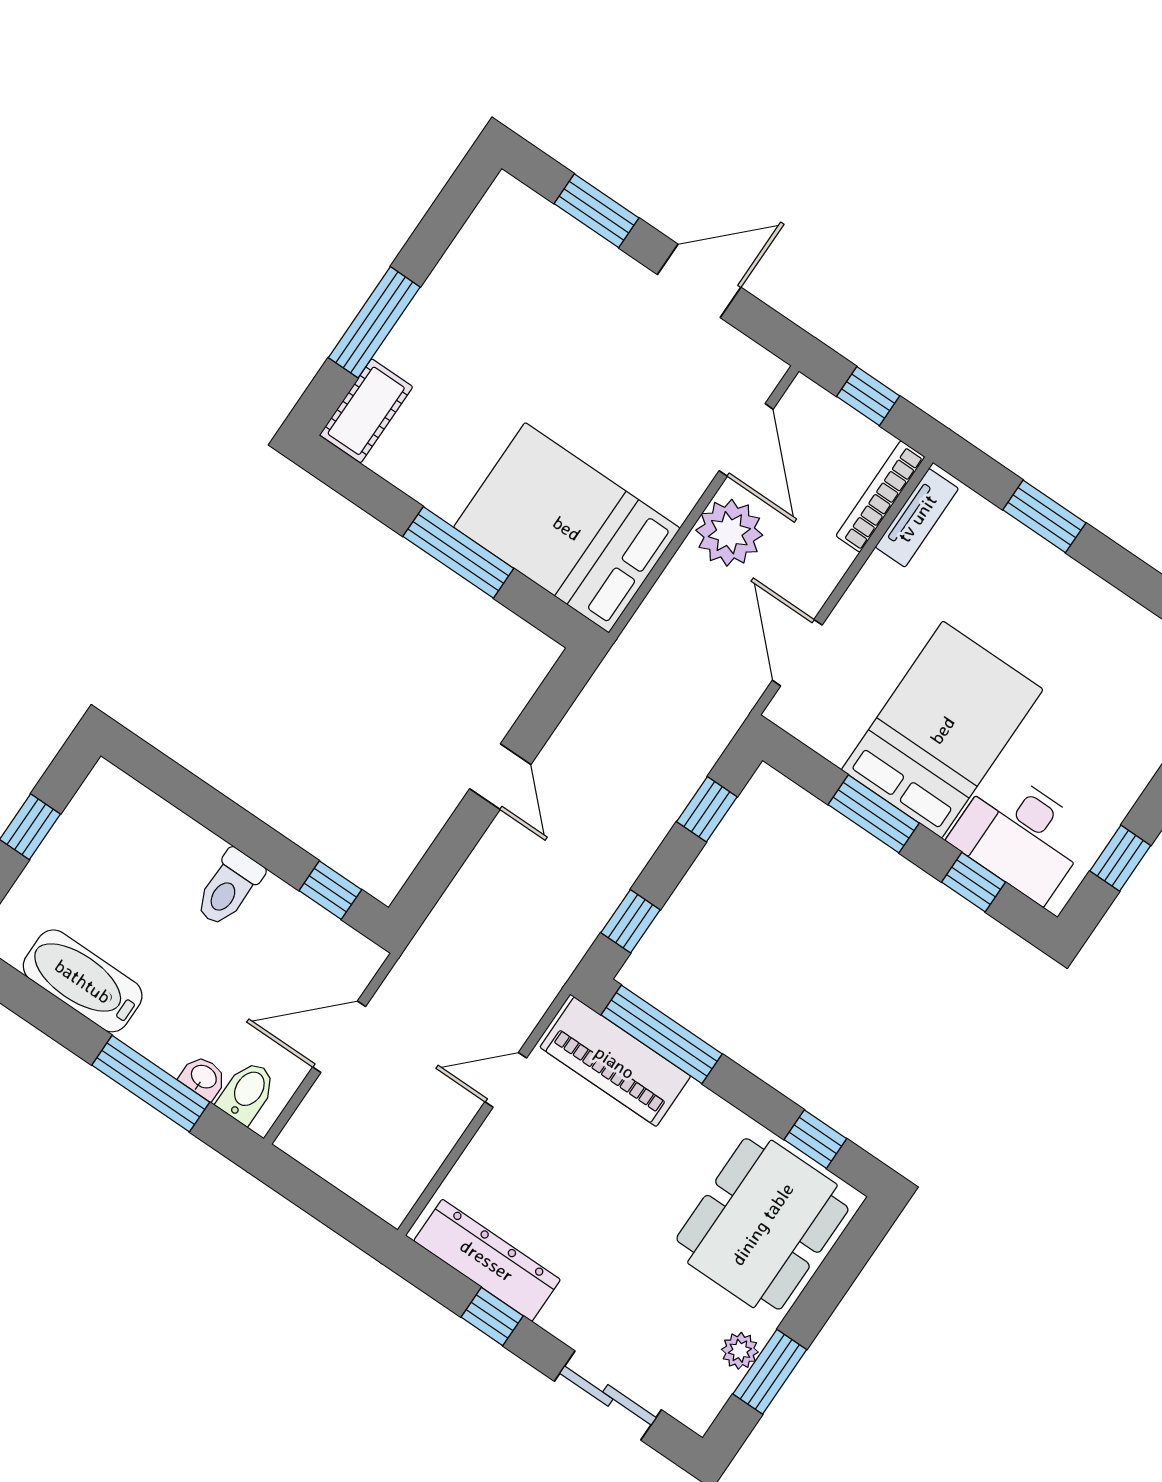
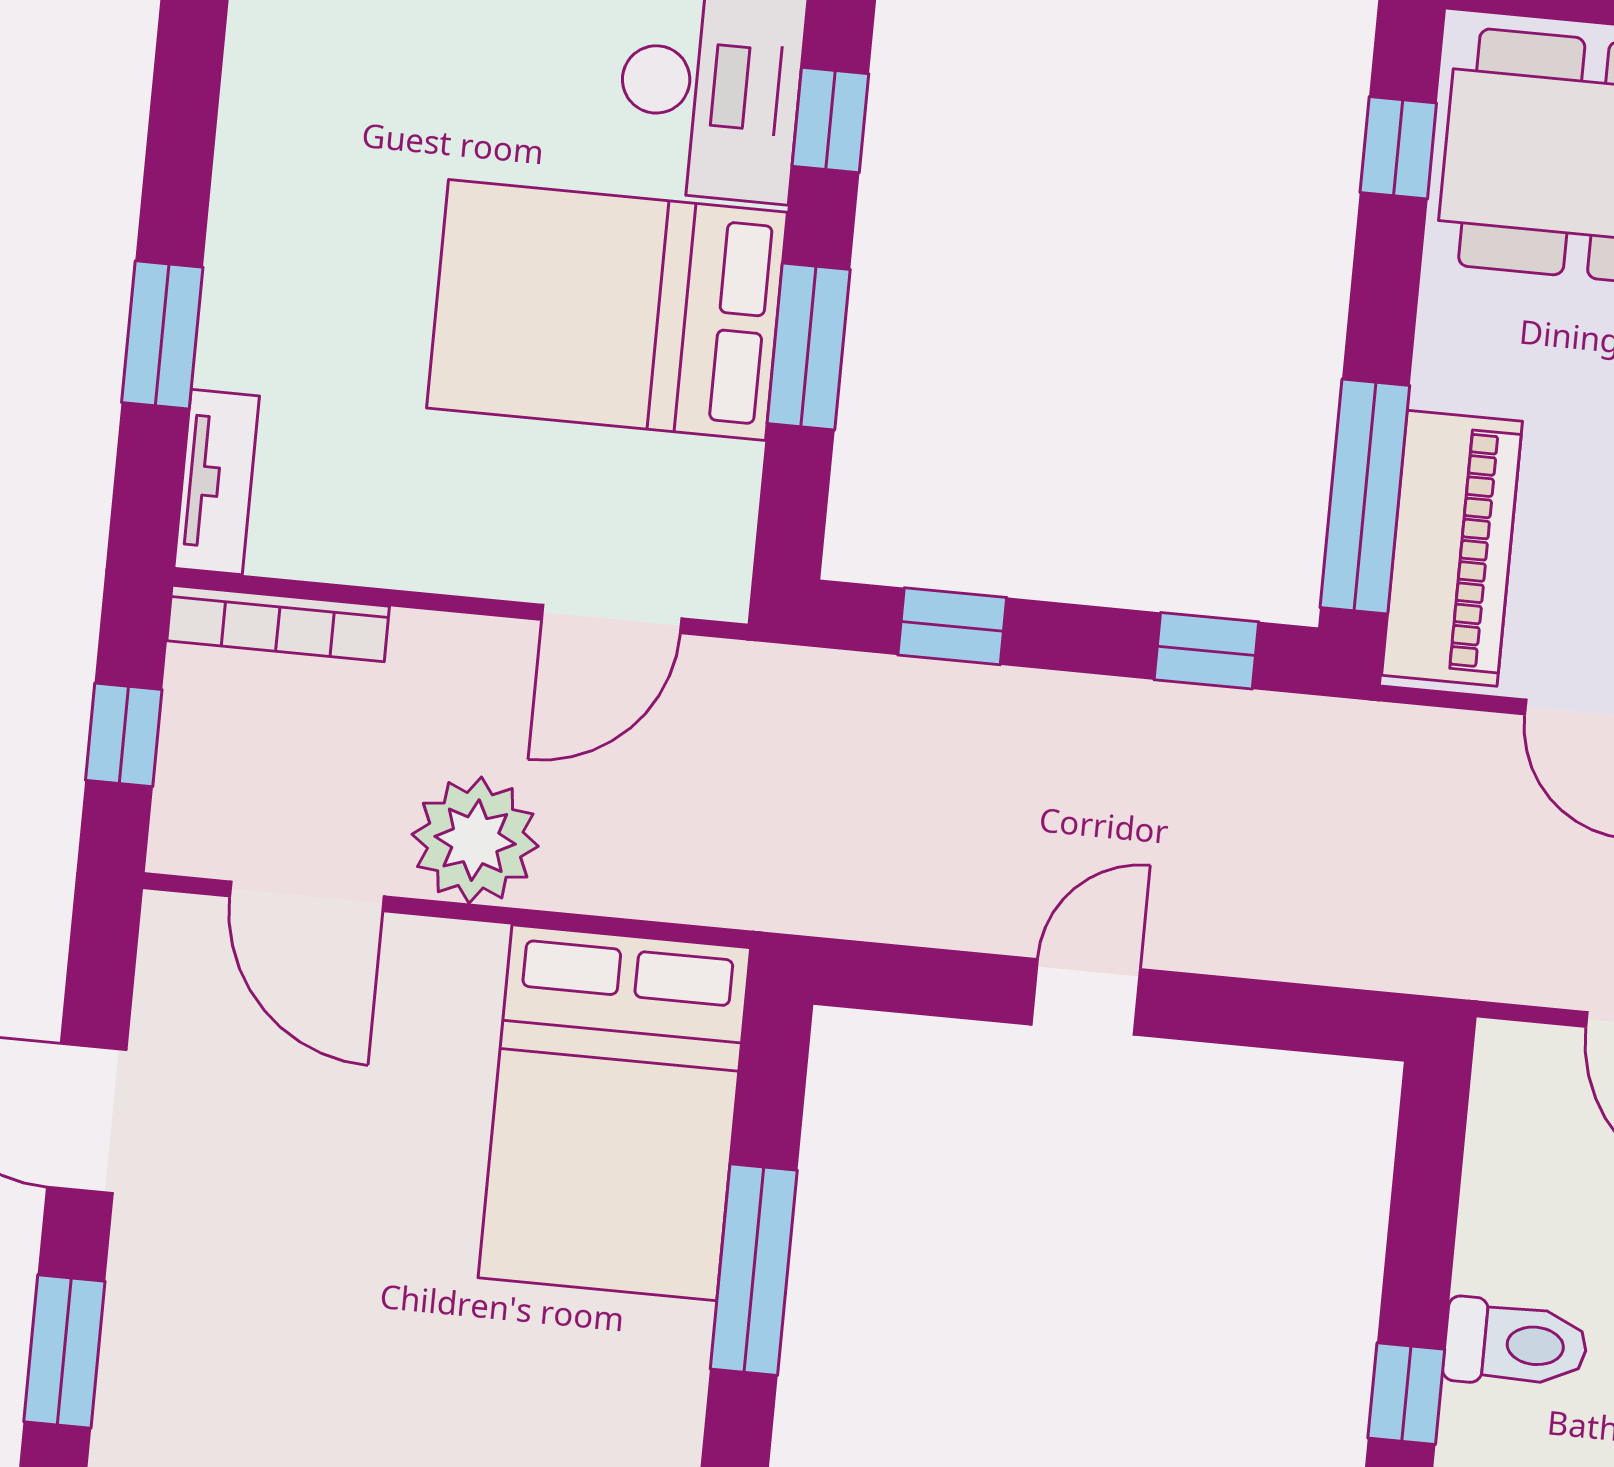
door: (746, 440) -> (307, 896), swing flipped
tv unit: (917, 518) -> (217, 482), moved, turned 90
window: (330, 890) -> (1406, 1394), moved

